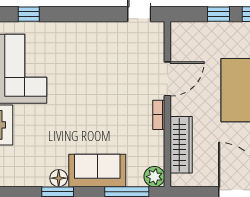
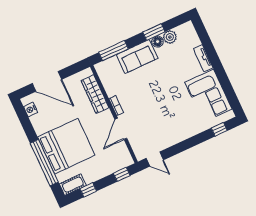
window: (219, 14) -> (122, 174), moved
plant: (154, 177) -> (170, 37), moved

